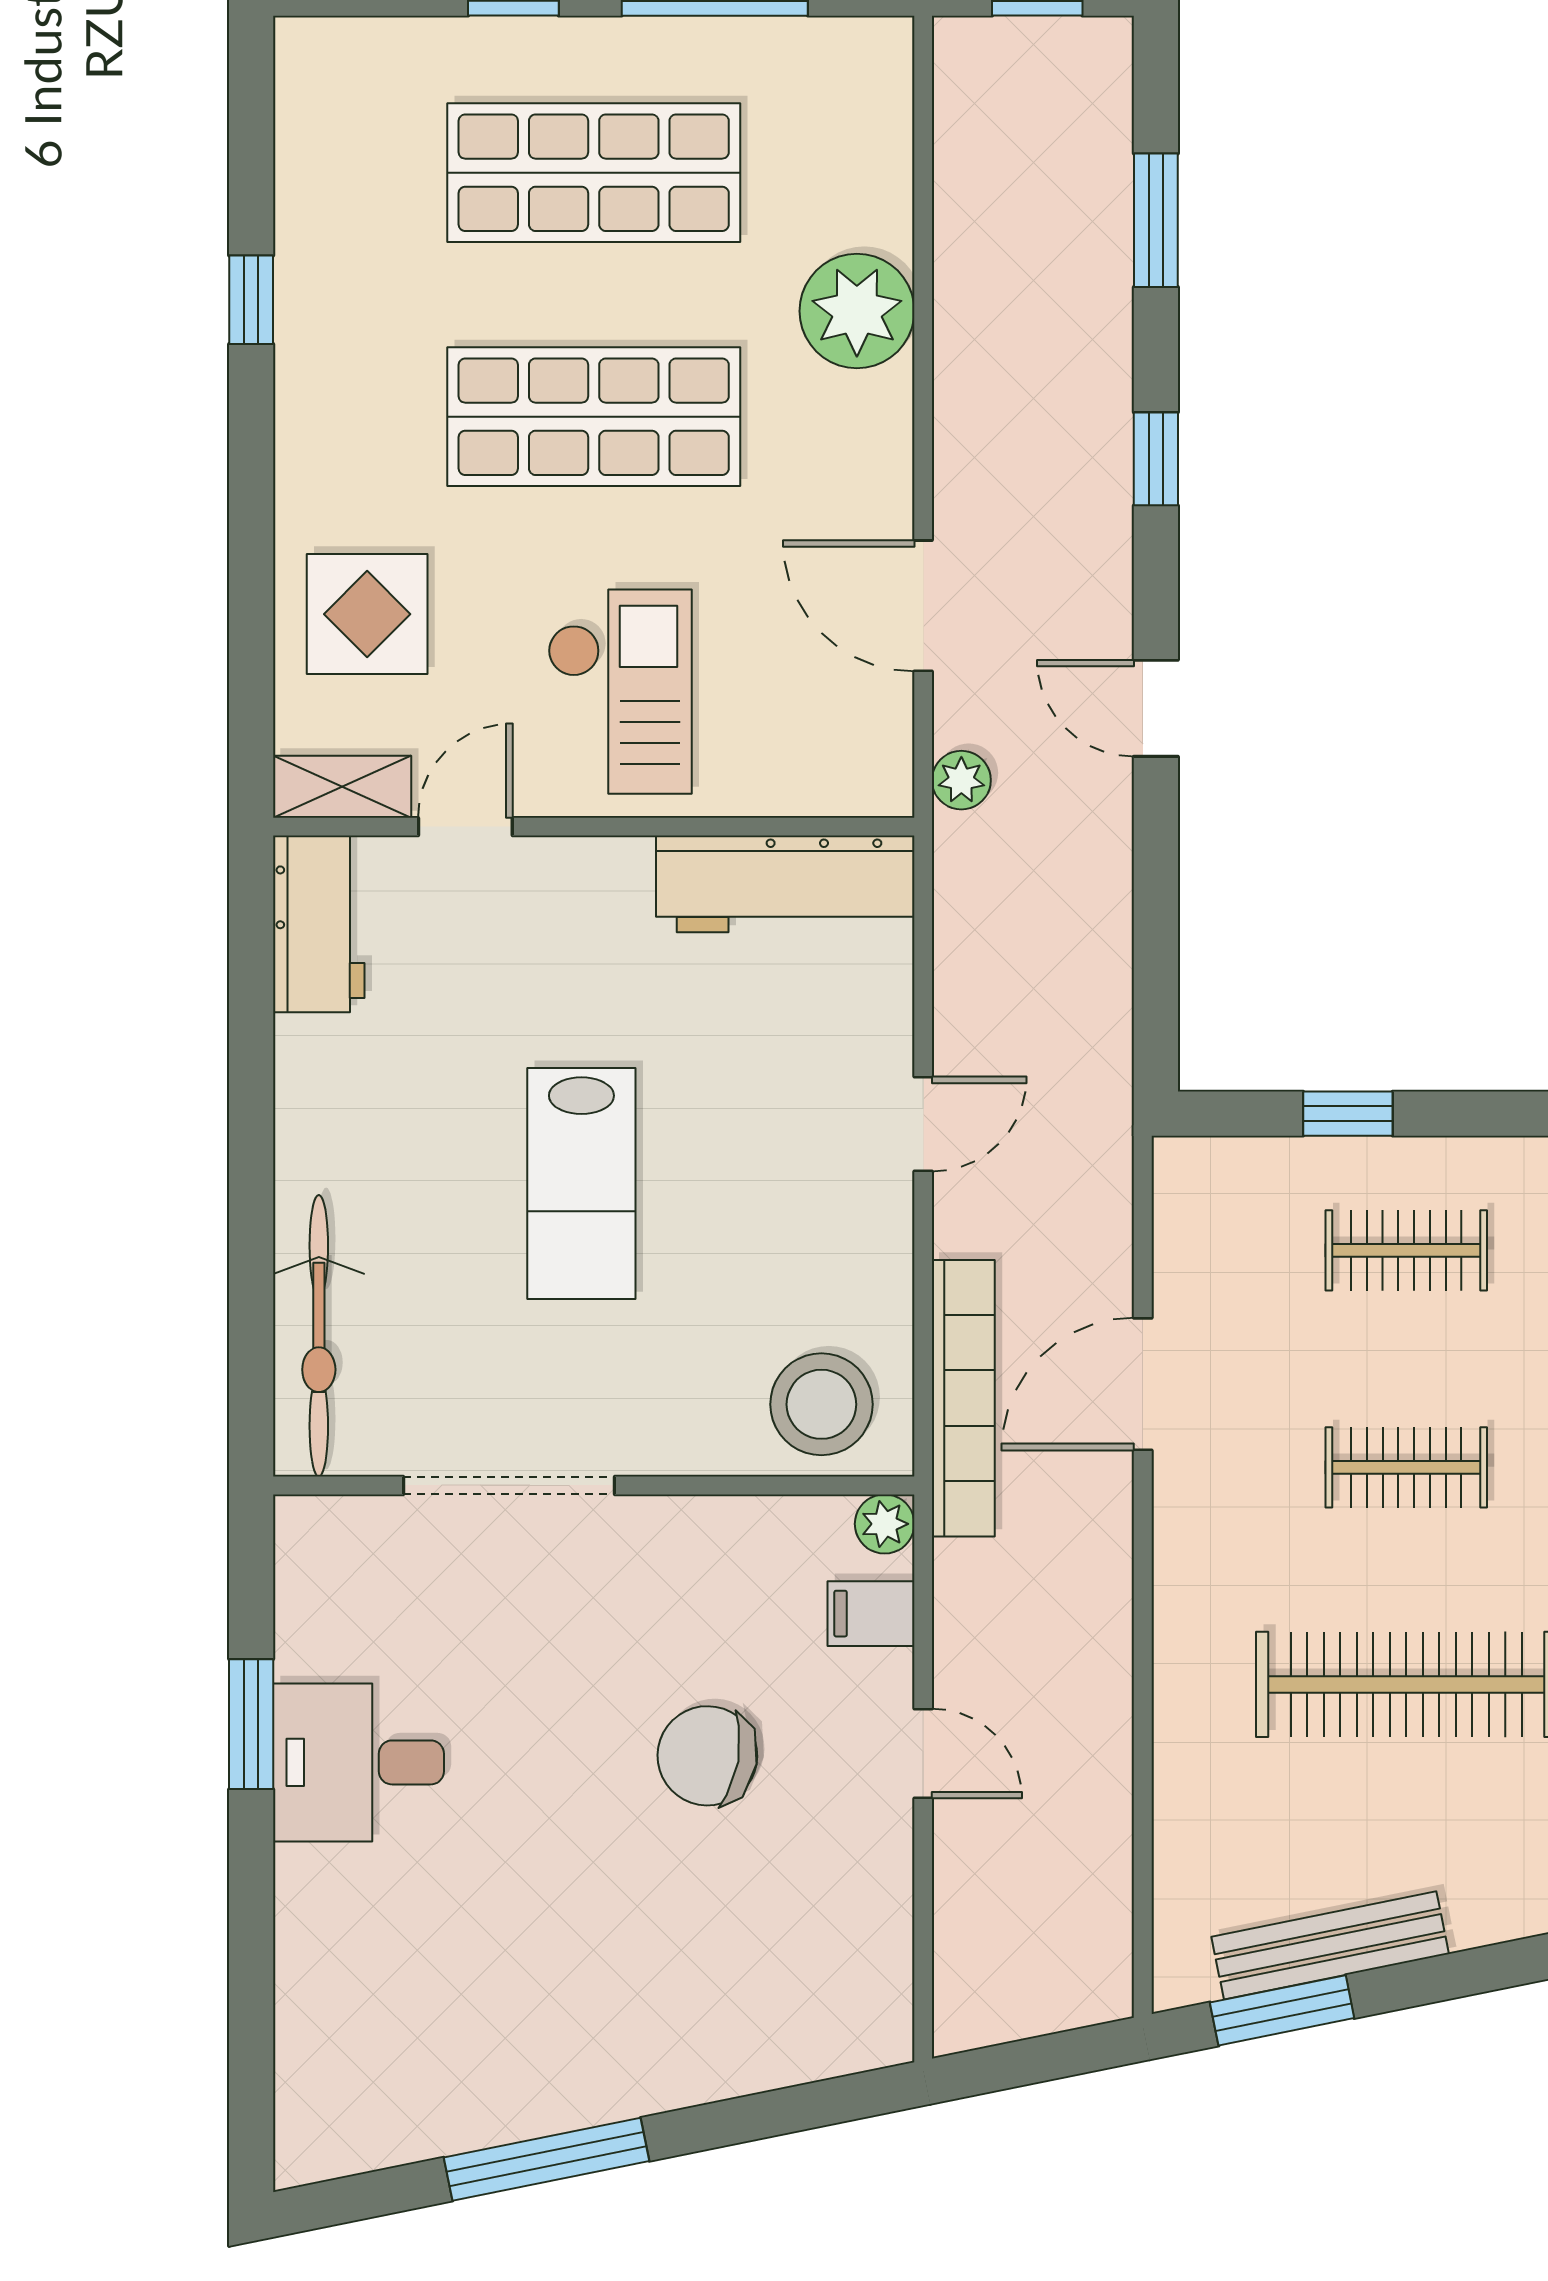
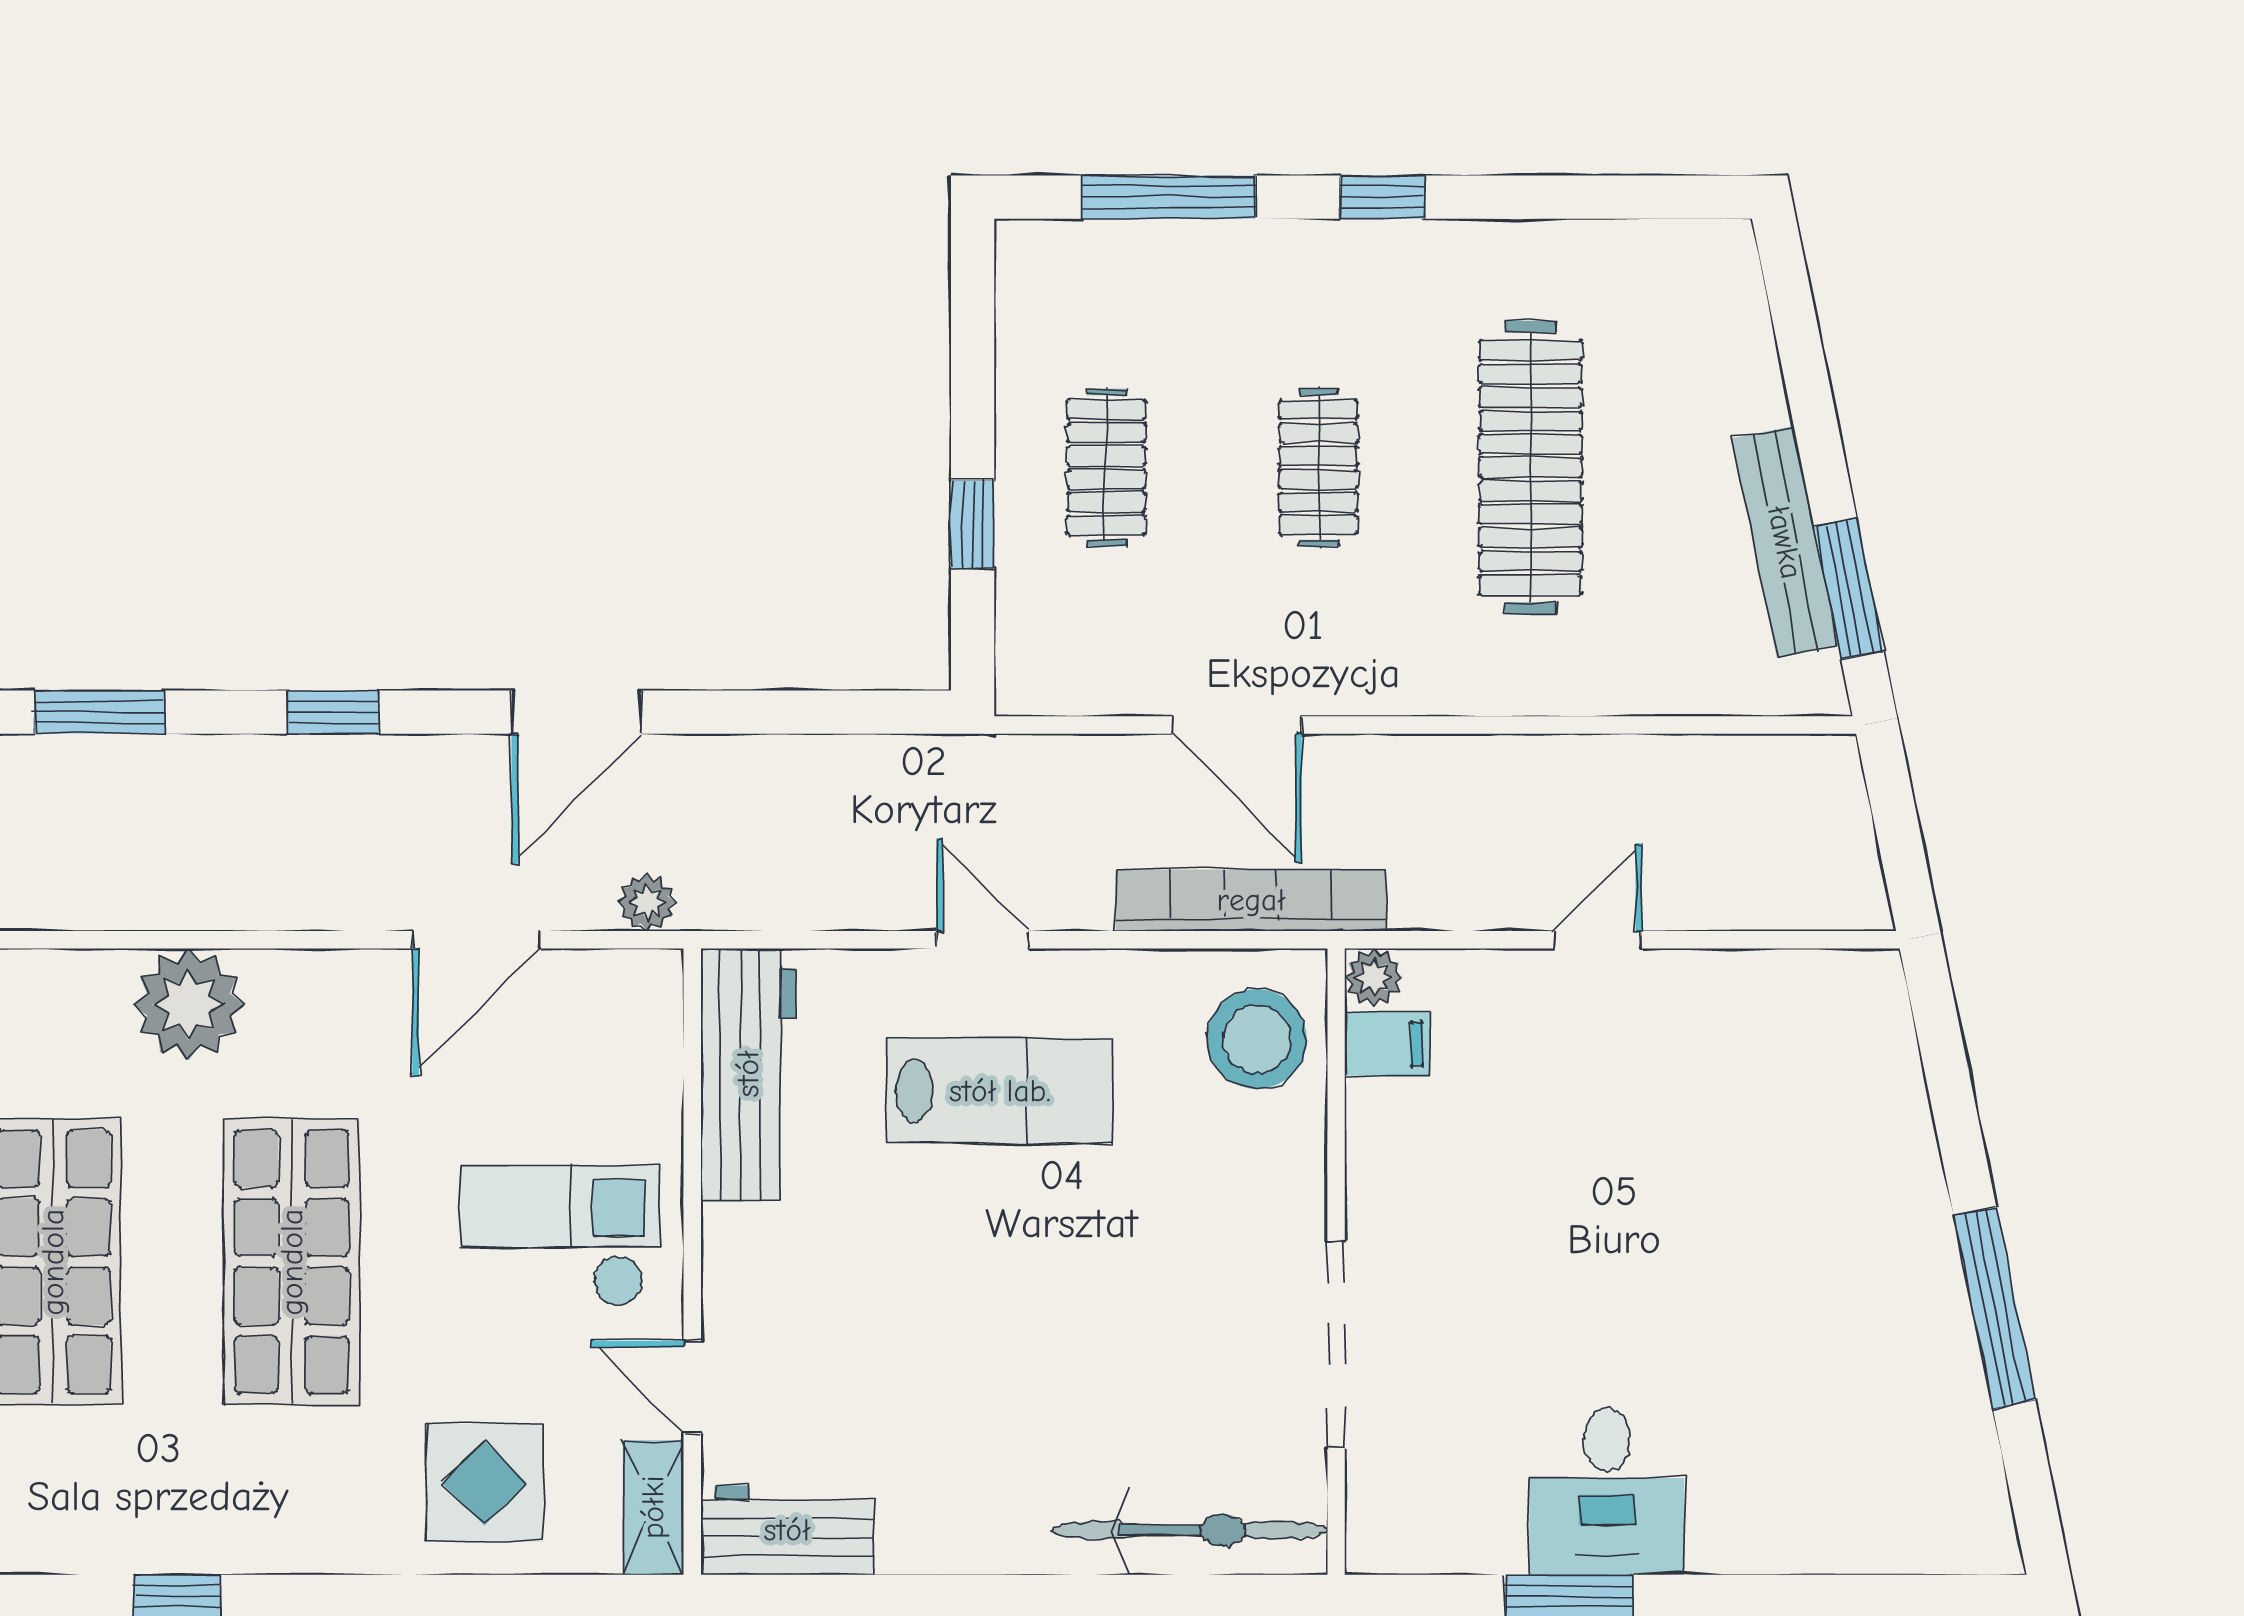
door: (1156, 708) -> (577, 712), width x1.38
lab bench: (581, 1183) -> (1000, 1091), moved
filing cabinet: (871, 1614) -> (1387, 1044), moved, turned -90
chair: (707, 1756) -> (1600, 1151), removed

